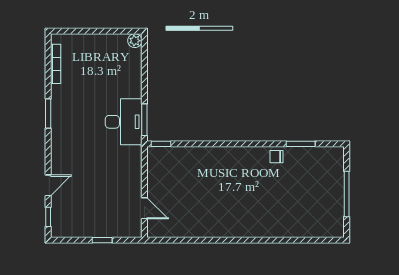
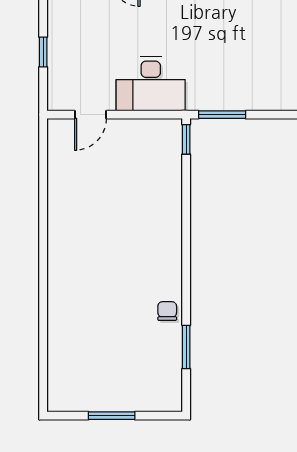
desk: (124, 122) -> (151, 84), moved
window: (347, 194) -> (112, 416), width x0.69

